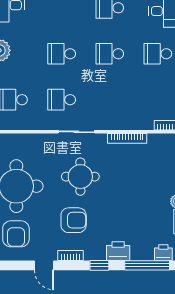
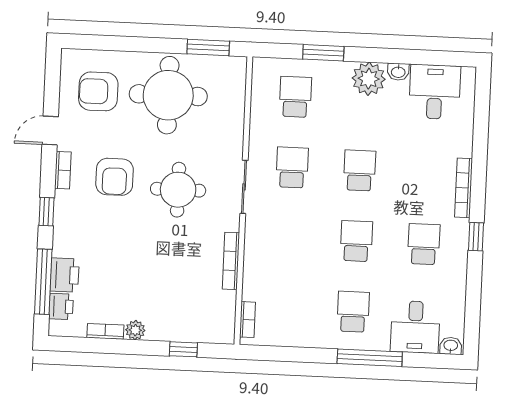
printer: (118, 251) -> (65, 275), moved

